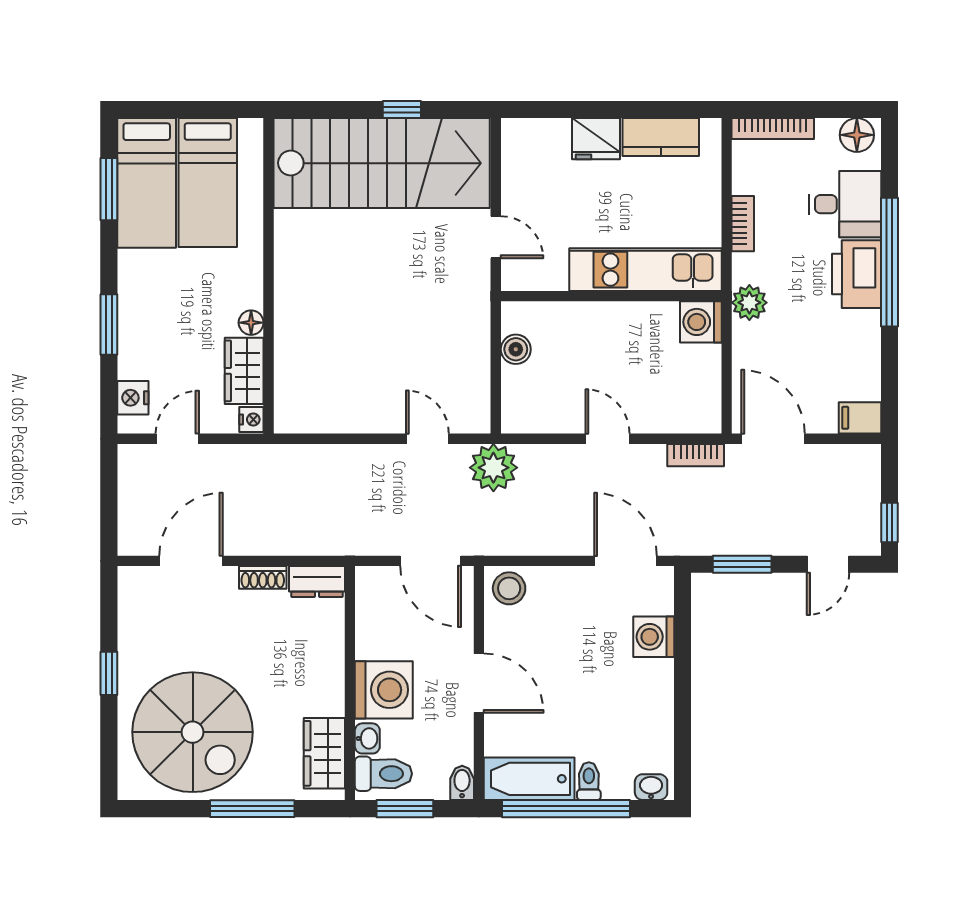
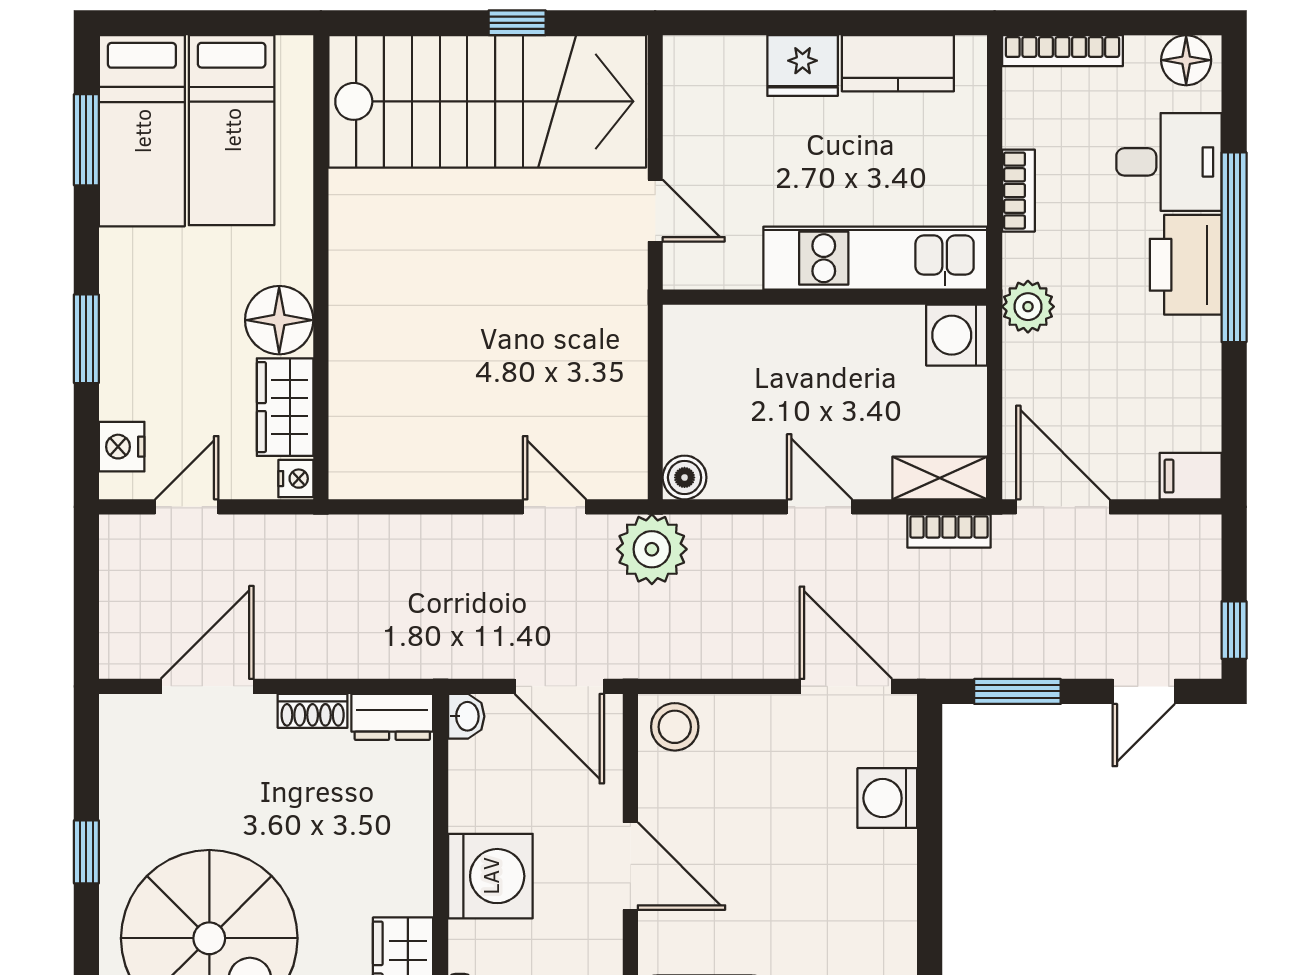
floor lamp: (251, 323) -> (279, 320), width x1.89, depth x1.89
boiler: (516, 349) -> (685, 477), moved
shelving: (689, 419) -> (940, 478), added
washbasin: (367, 738) -> (466, 716), moved

